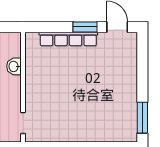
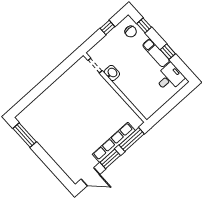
window: (50, 27) -> (132, 139), added
washbasin: (14, 66) -> (112, 73), moved

